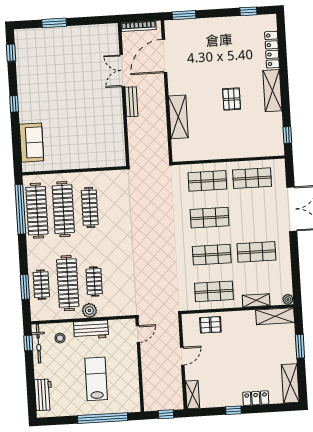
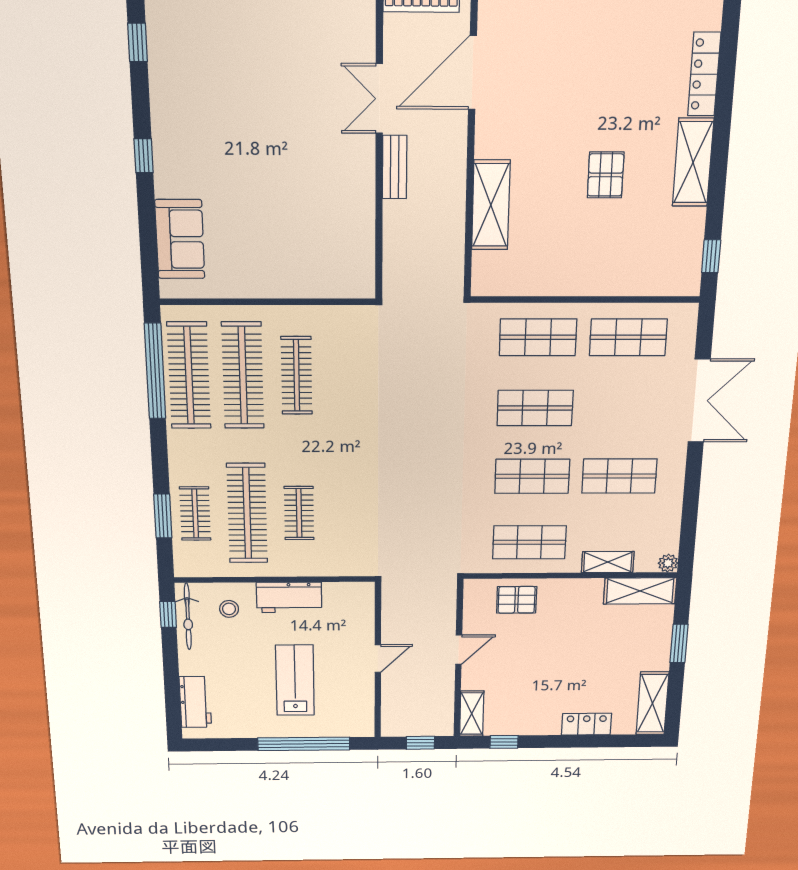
plant: (89, 310) -> (288, 564), removed
door: (138, 334) -> (378, 658), moved
window: (233, 410) -> (504, 742), moved

